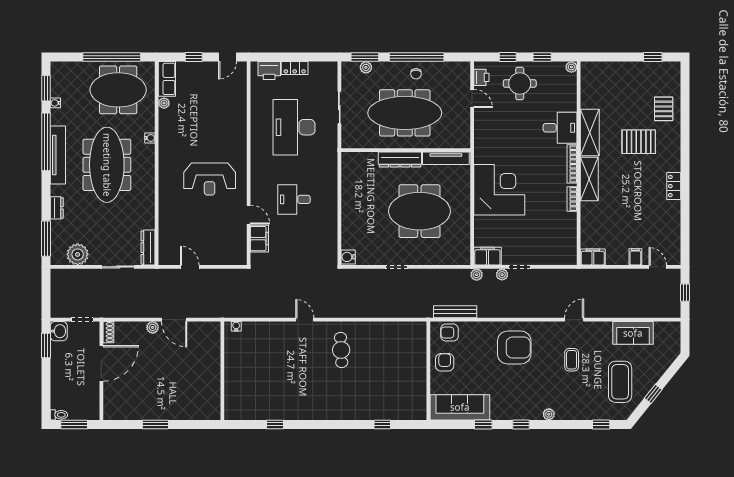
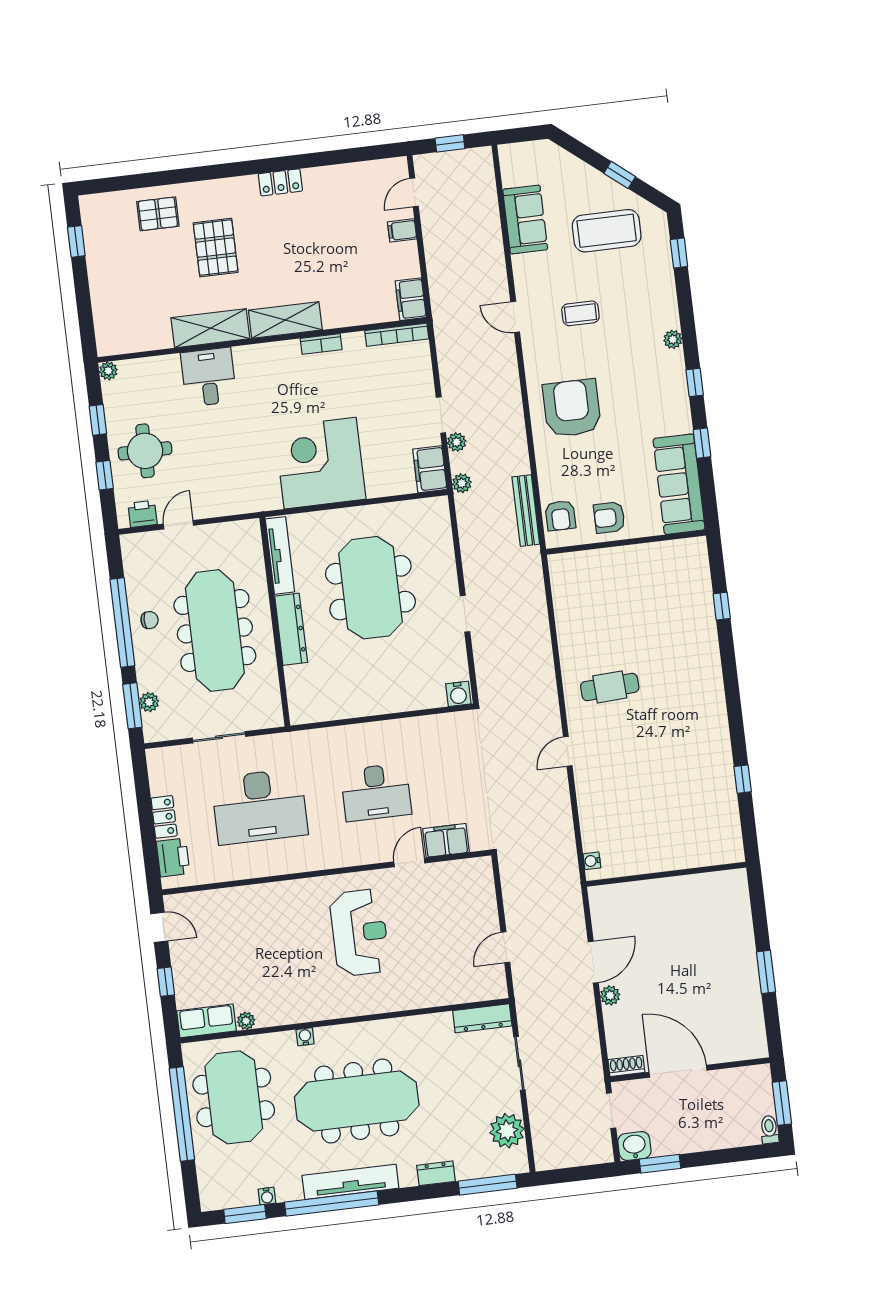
bookcase: (572, 164) -> (397, 335), moved
desk: (294, 199) -> (376, 792), width x1.37

